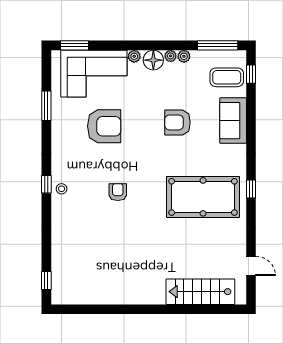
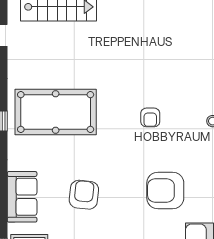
armchair: (178, 122) -> (84, 195), turned -84

